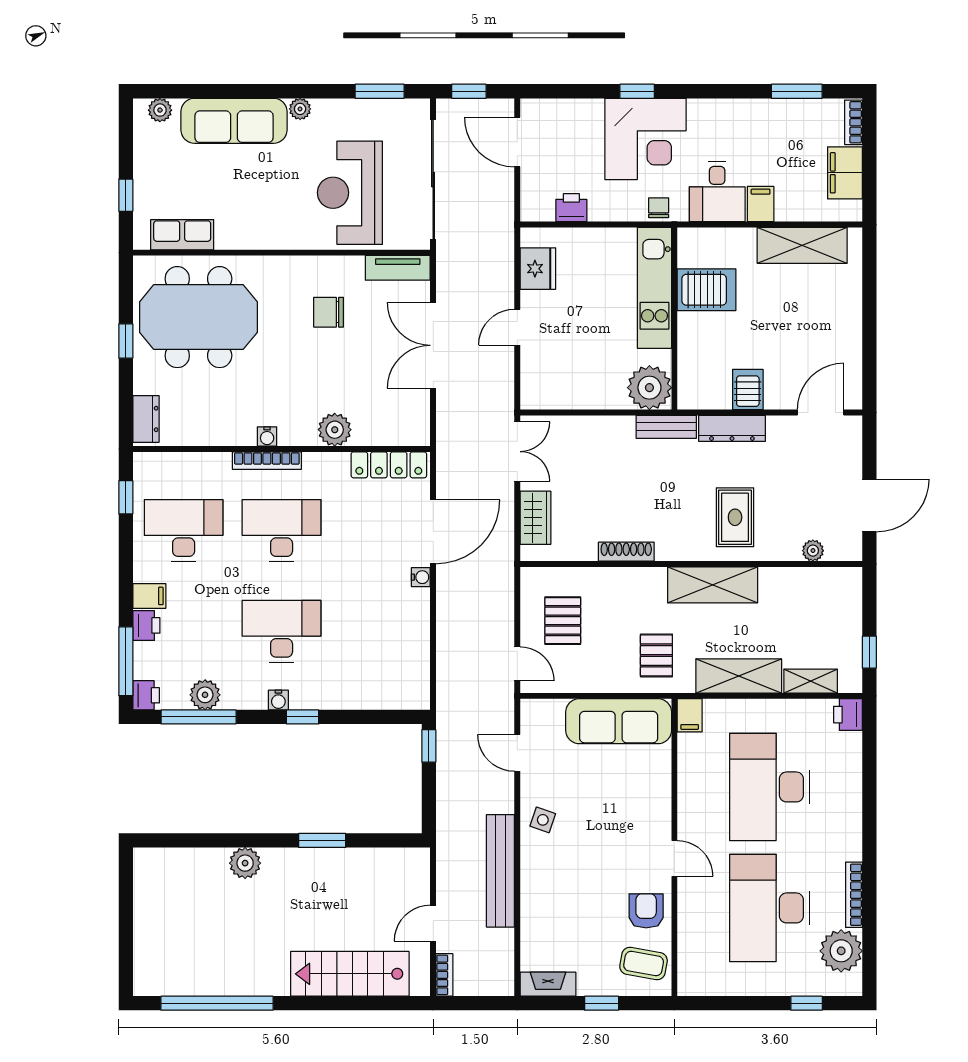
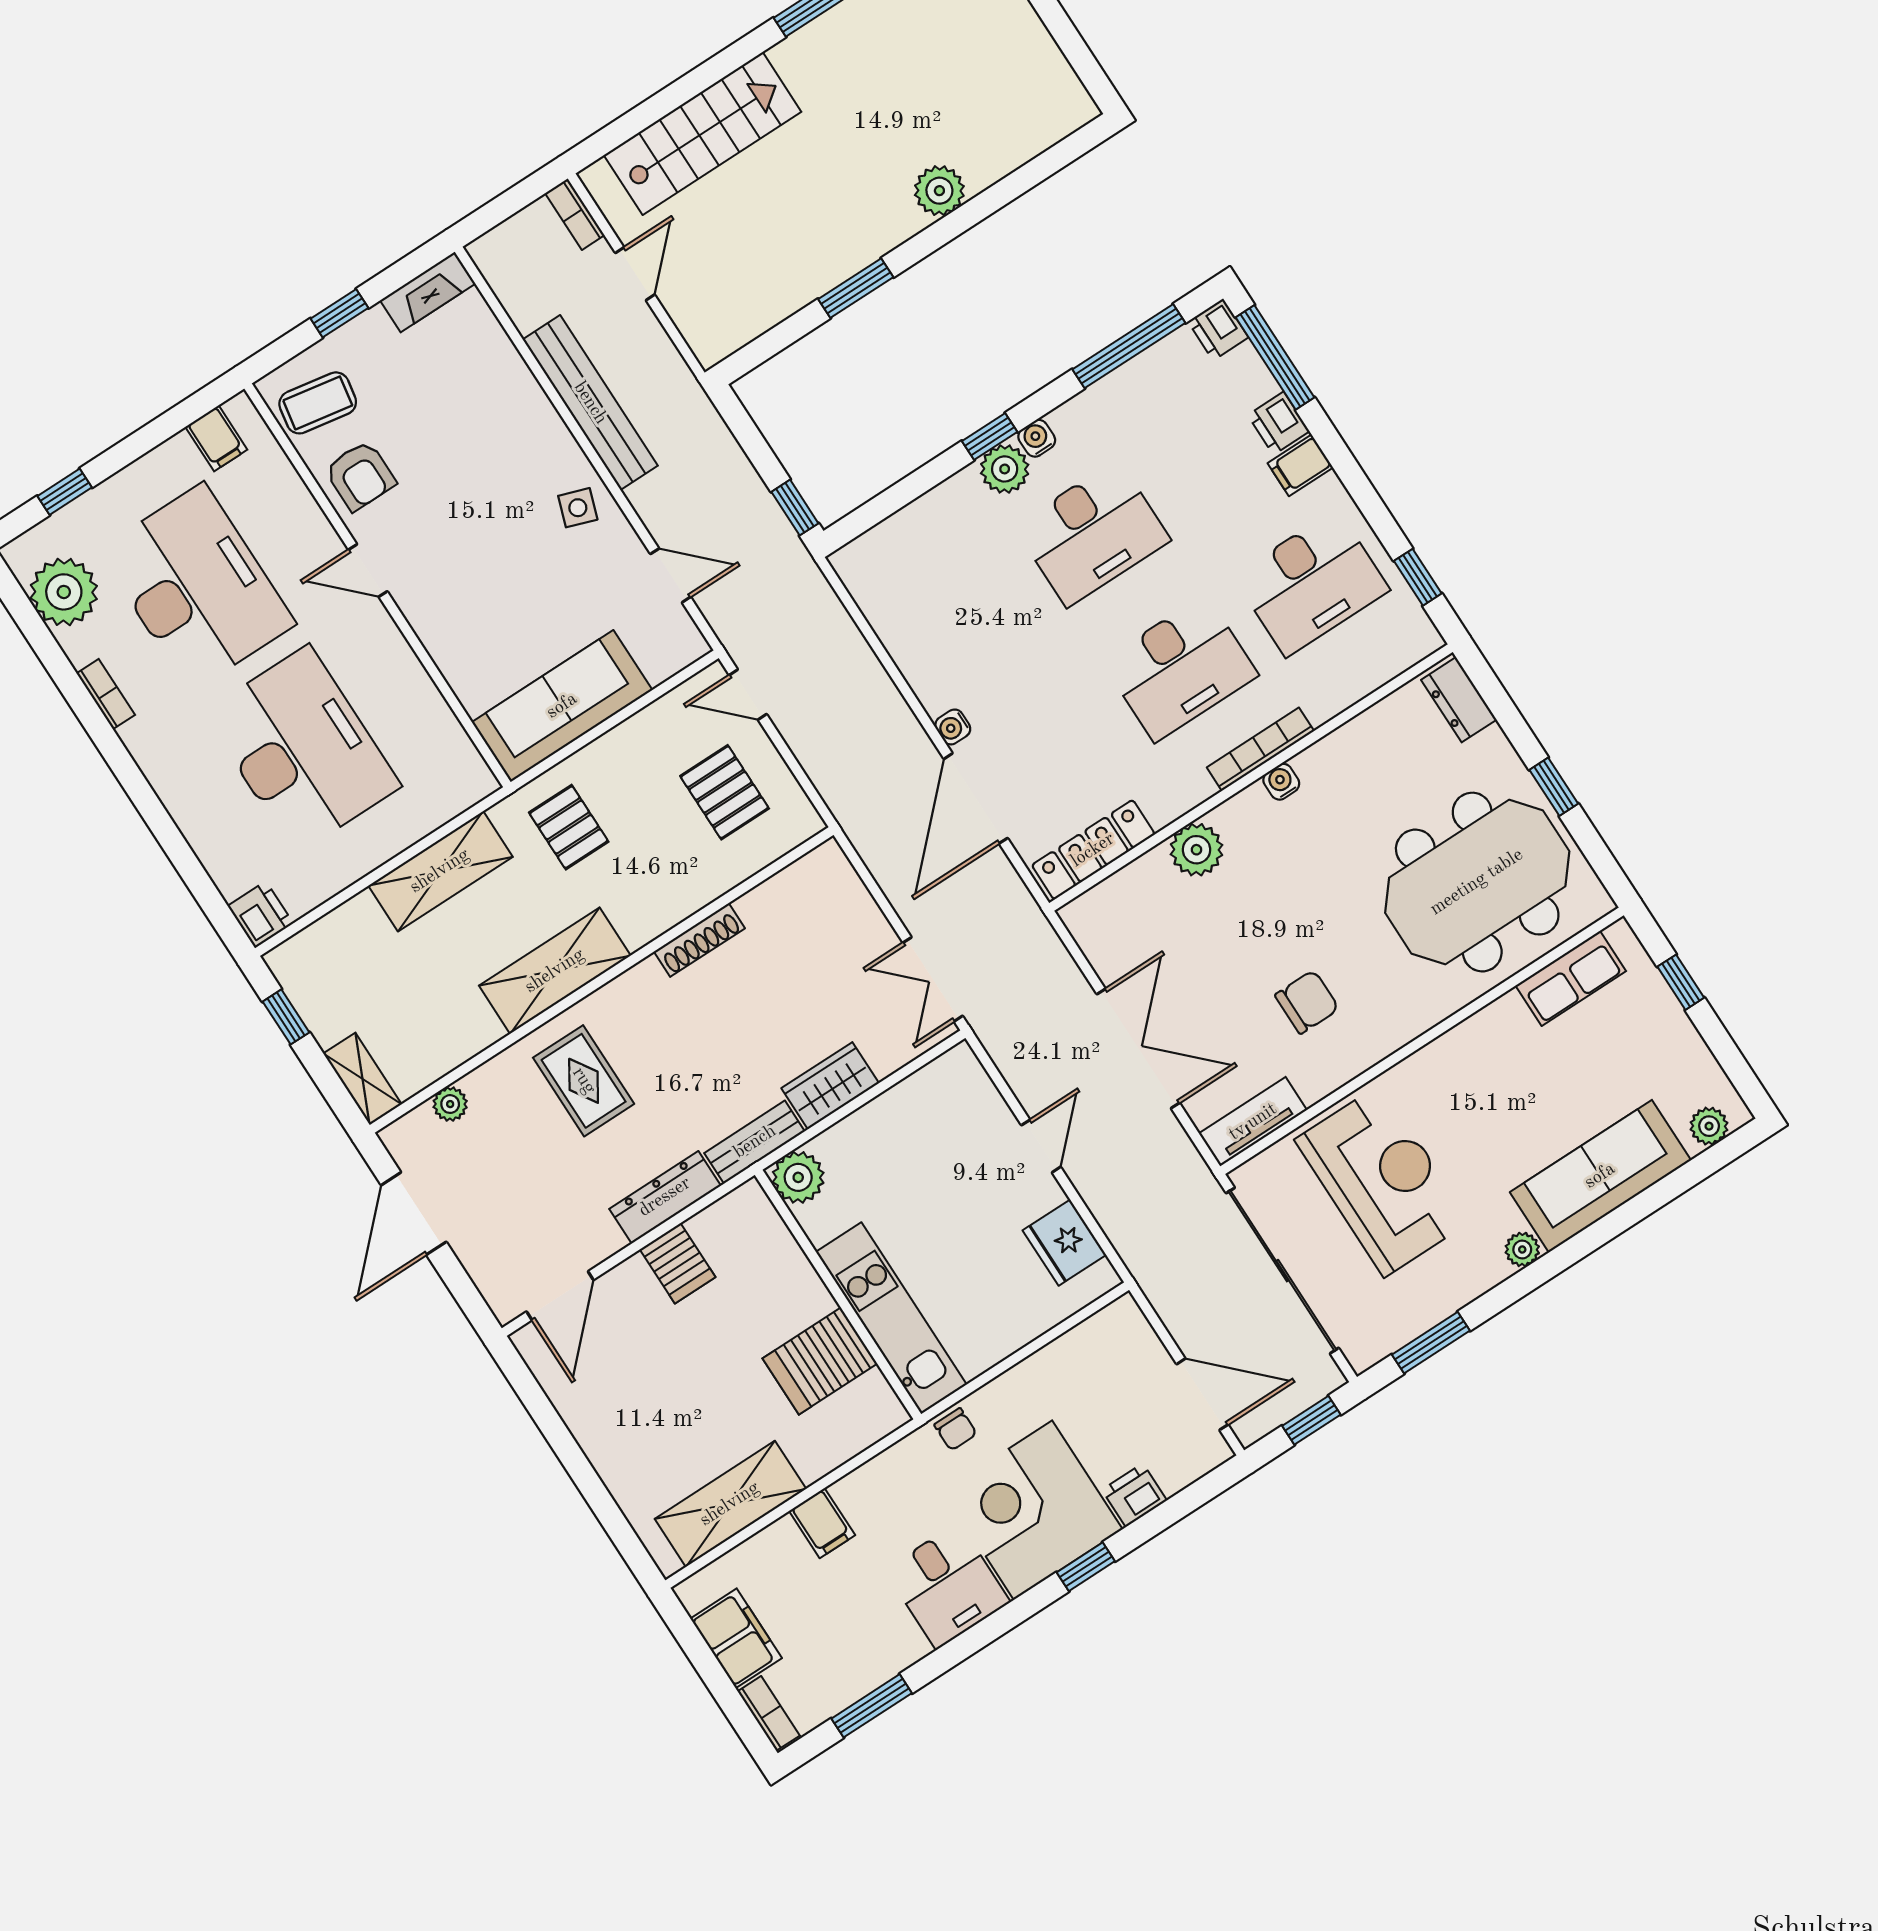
desk: (717, 192) -> (947, 1586), moved, turned 180
printer: (571, 208) -> (1134, 1495), moved, turned 180
plant: (649, 388) -> (798, 1177), width x0.73, depth x0.73
wardrobe: (535, 518) -> (830, 1086), moved, turned 90
shelving: (811, 681) -> (363, 1079), moved, turned 90
plant: (205, 695) -> (1005, 469), moved
filing cabinet: (690, 715) -> (216, 438), moved, turned 180
bookcase: (854, 895) -> (106, 694), width x0.64

